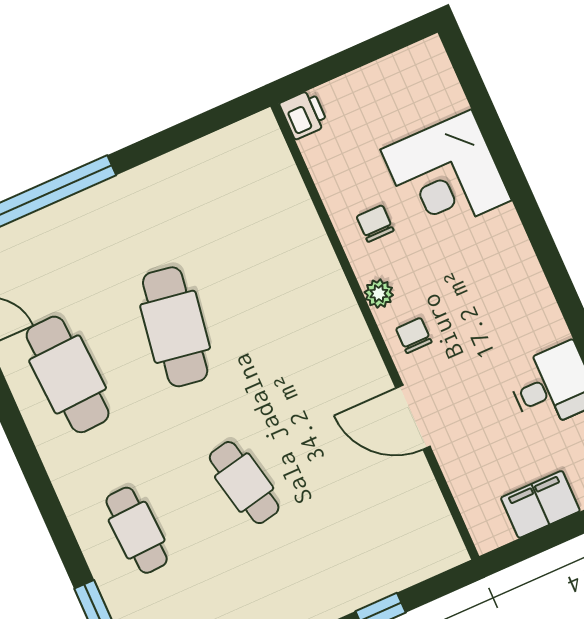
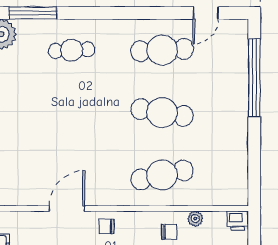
plant: (379, 294) -> (195, 219), moved
chair: (414, 335) -> (107, 227), turned 180
cafe table: (244, 483) -> (162, 175), moved, width x1.37, depth x1.35

